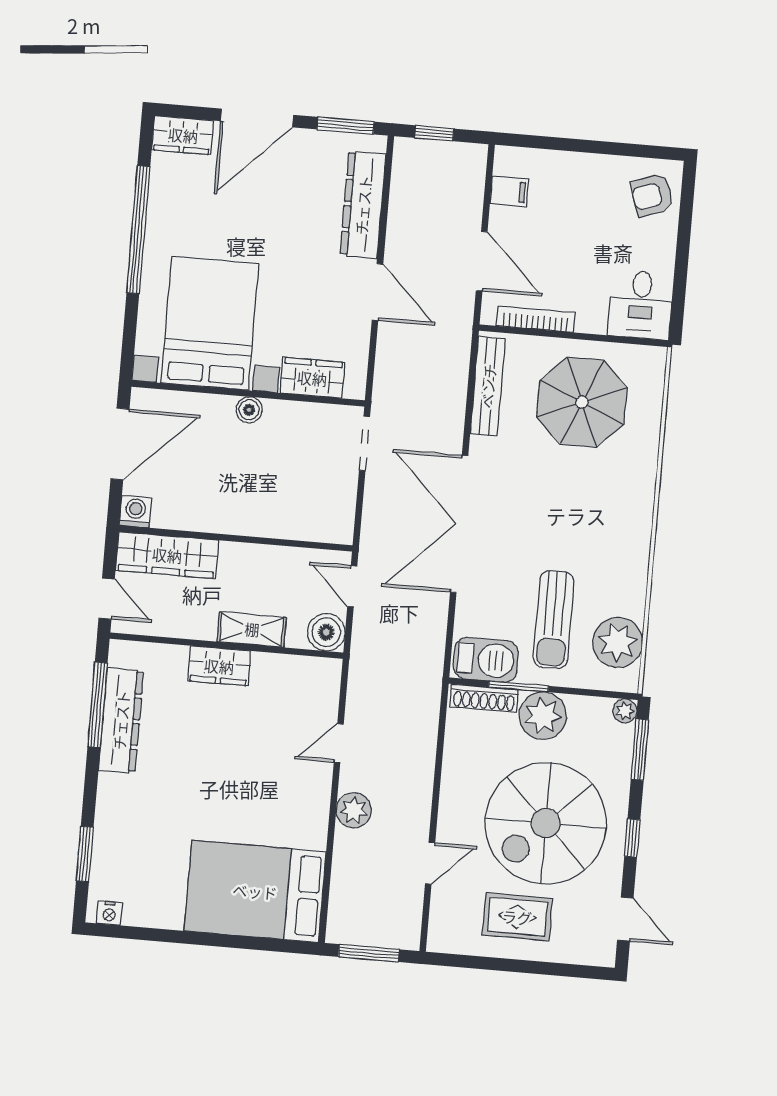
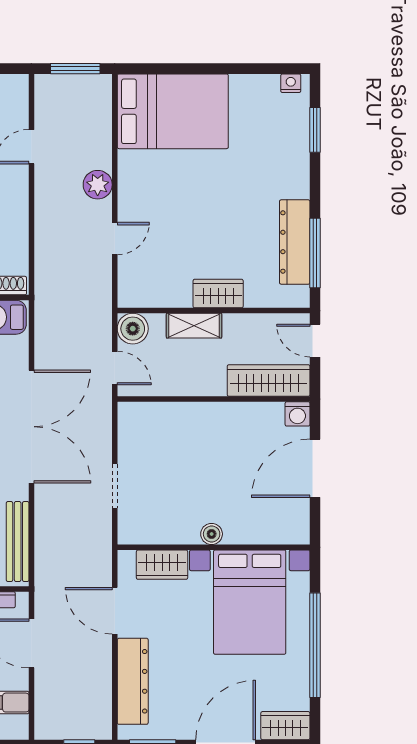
bed with nightstands: (210, 323) -> (250, 602), moved
wardrobe: (312, 378) -> (162, 565), moved
wall: (248, 393) -> (214, 547), moved
boiler: (249, 410) -> (212, 534), moved

